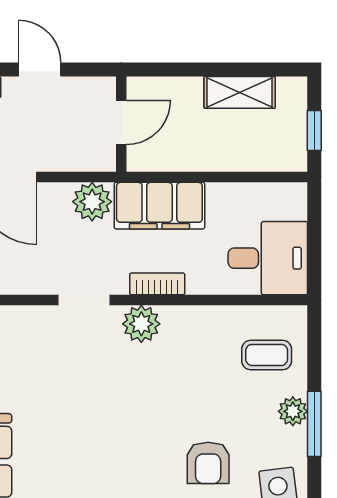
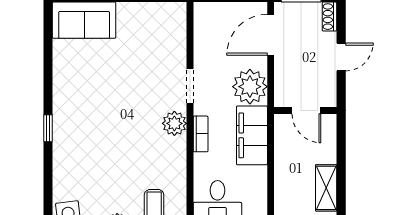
plant: (92, 202) -> (250, 87), width x1.36, depth x1.36
armchair: (208, 463) -> (83, 167), removed

